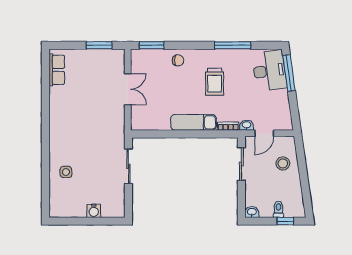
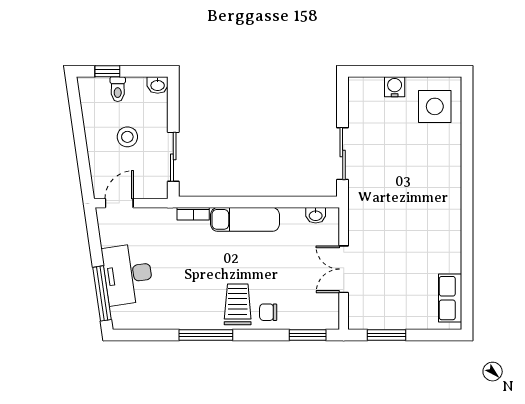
window: (233, 45) -> (206, 335), moved
desk: (269, 71) -> (128, 274), moved
trolley: (215, 82) -> (238, 304), moved
washbasin: (246, 125) -> (316, 215), moved
door: (264, 133) -> (119, 203), moved
stool: (283, 163) -> (127, 137), moved
side table: (66, 172) -> (435, 106), moved, width x1.87, depth x1.87

